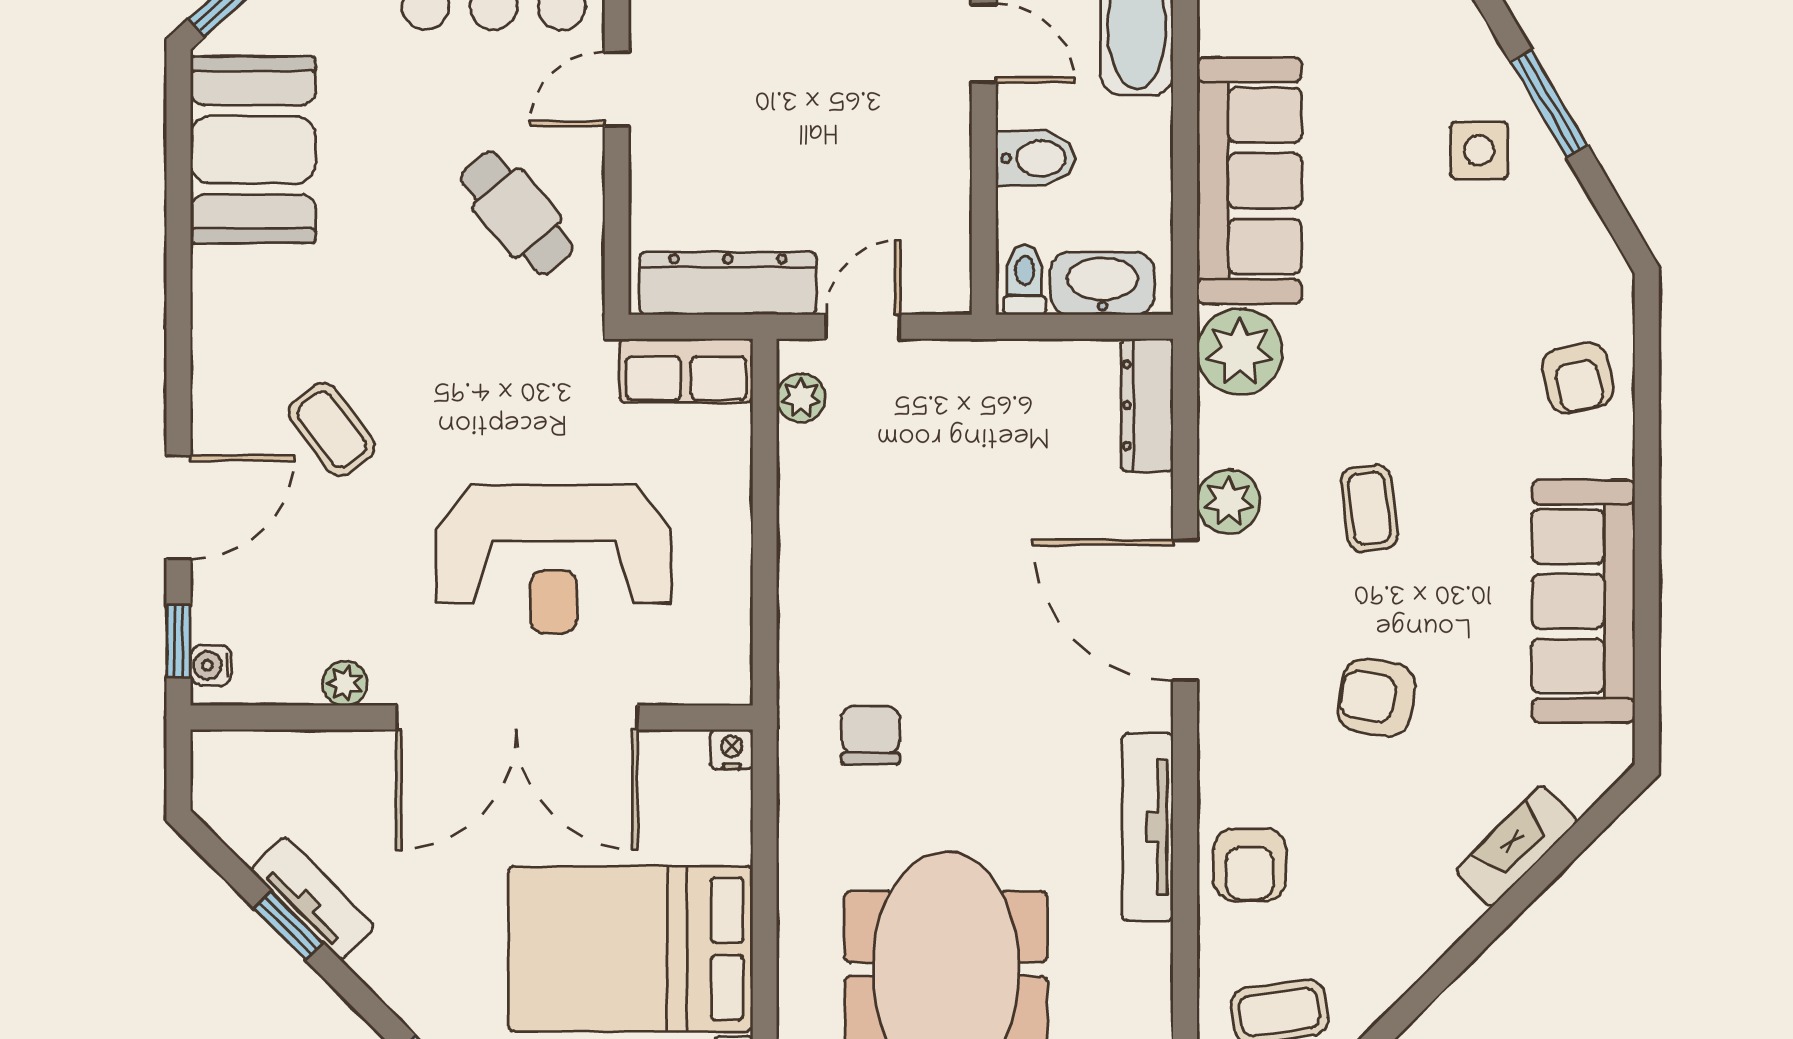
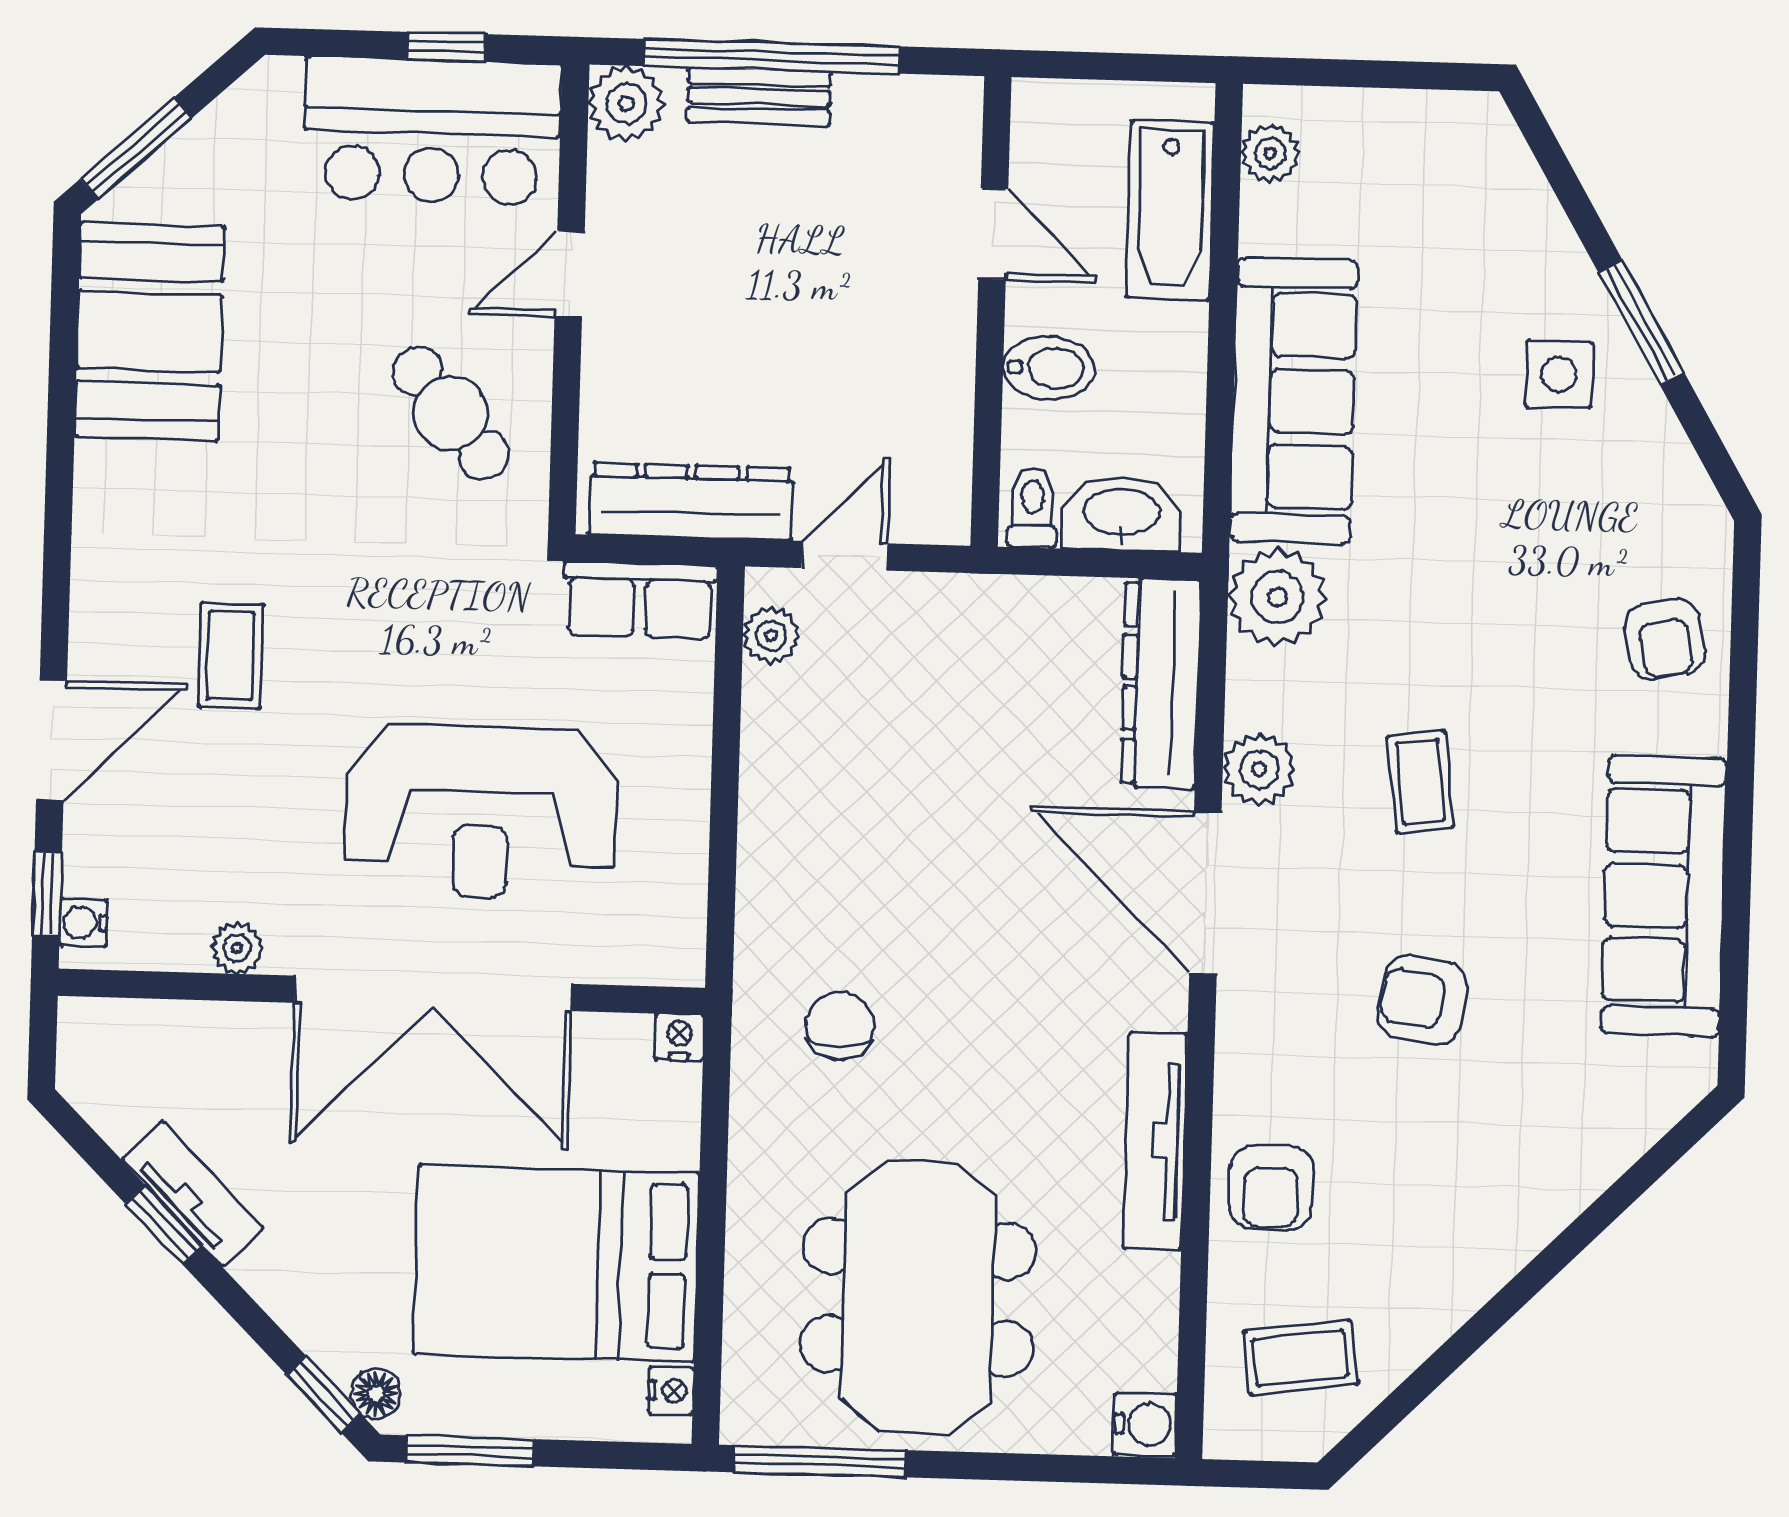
dresser: (1147, 405) -> (1161, 683), width x1.37, depth x1.24
coffee table: (332, 429) -> (230, 656), turned 37
fireplace: (1516, 846) -> (1578, 1175), removed

